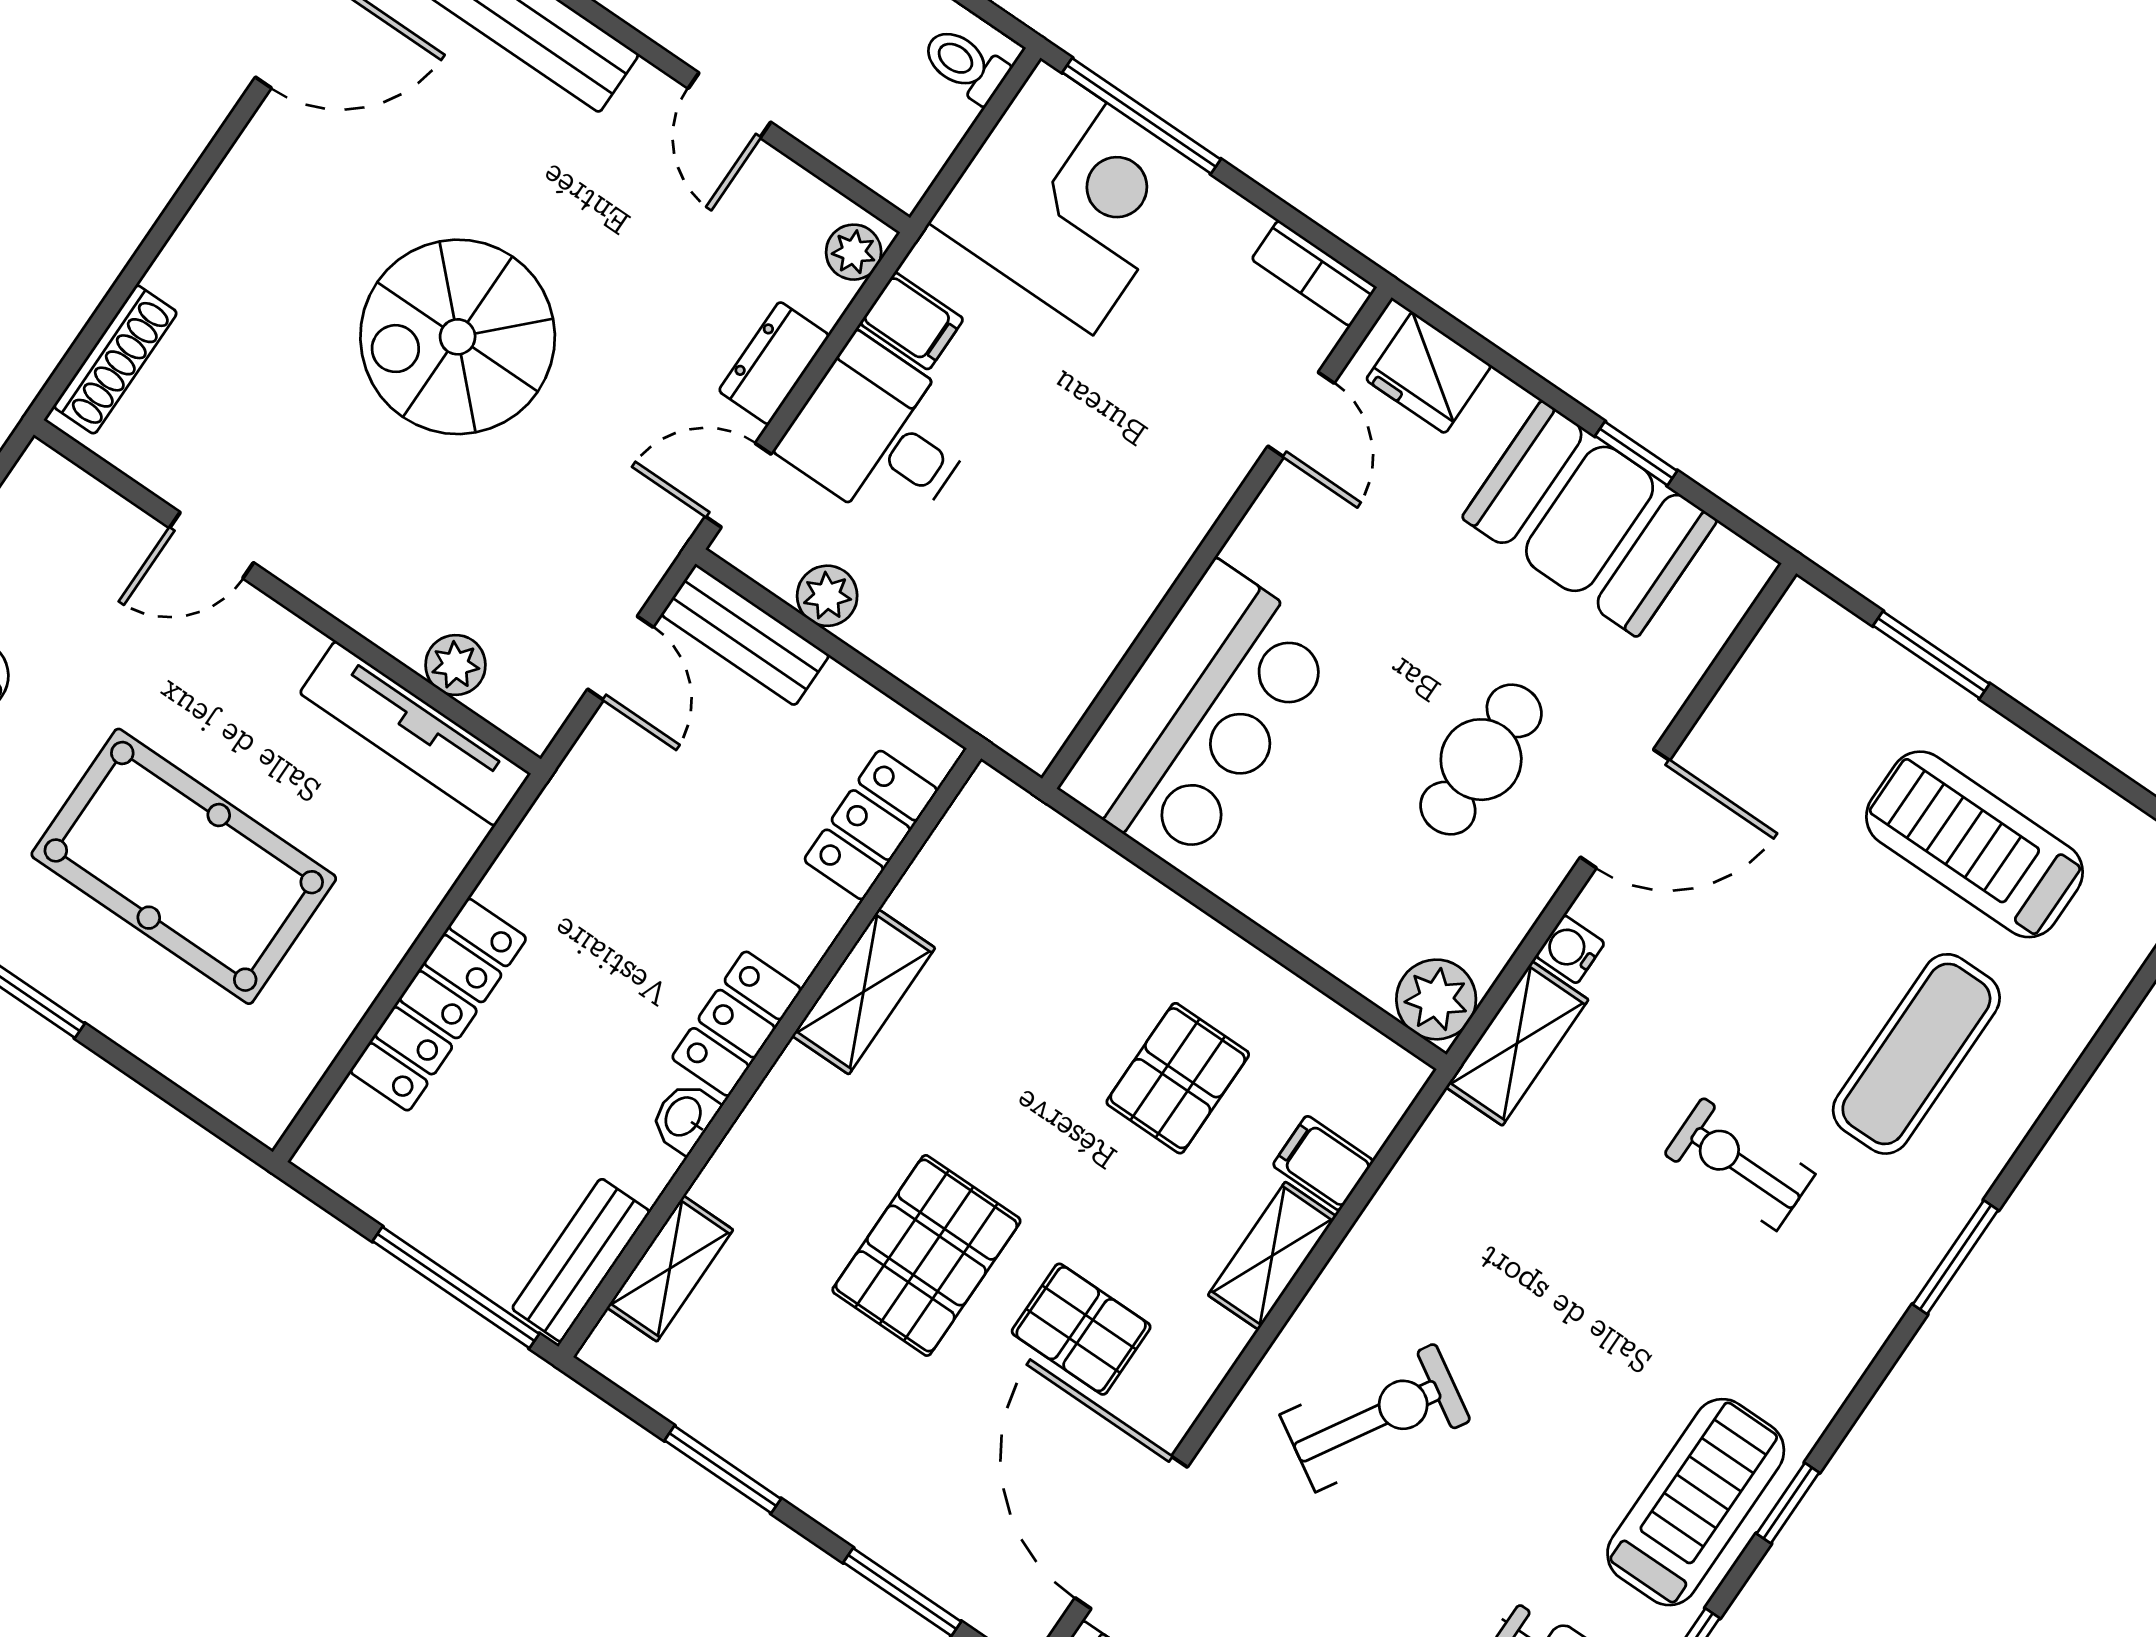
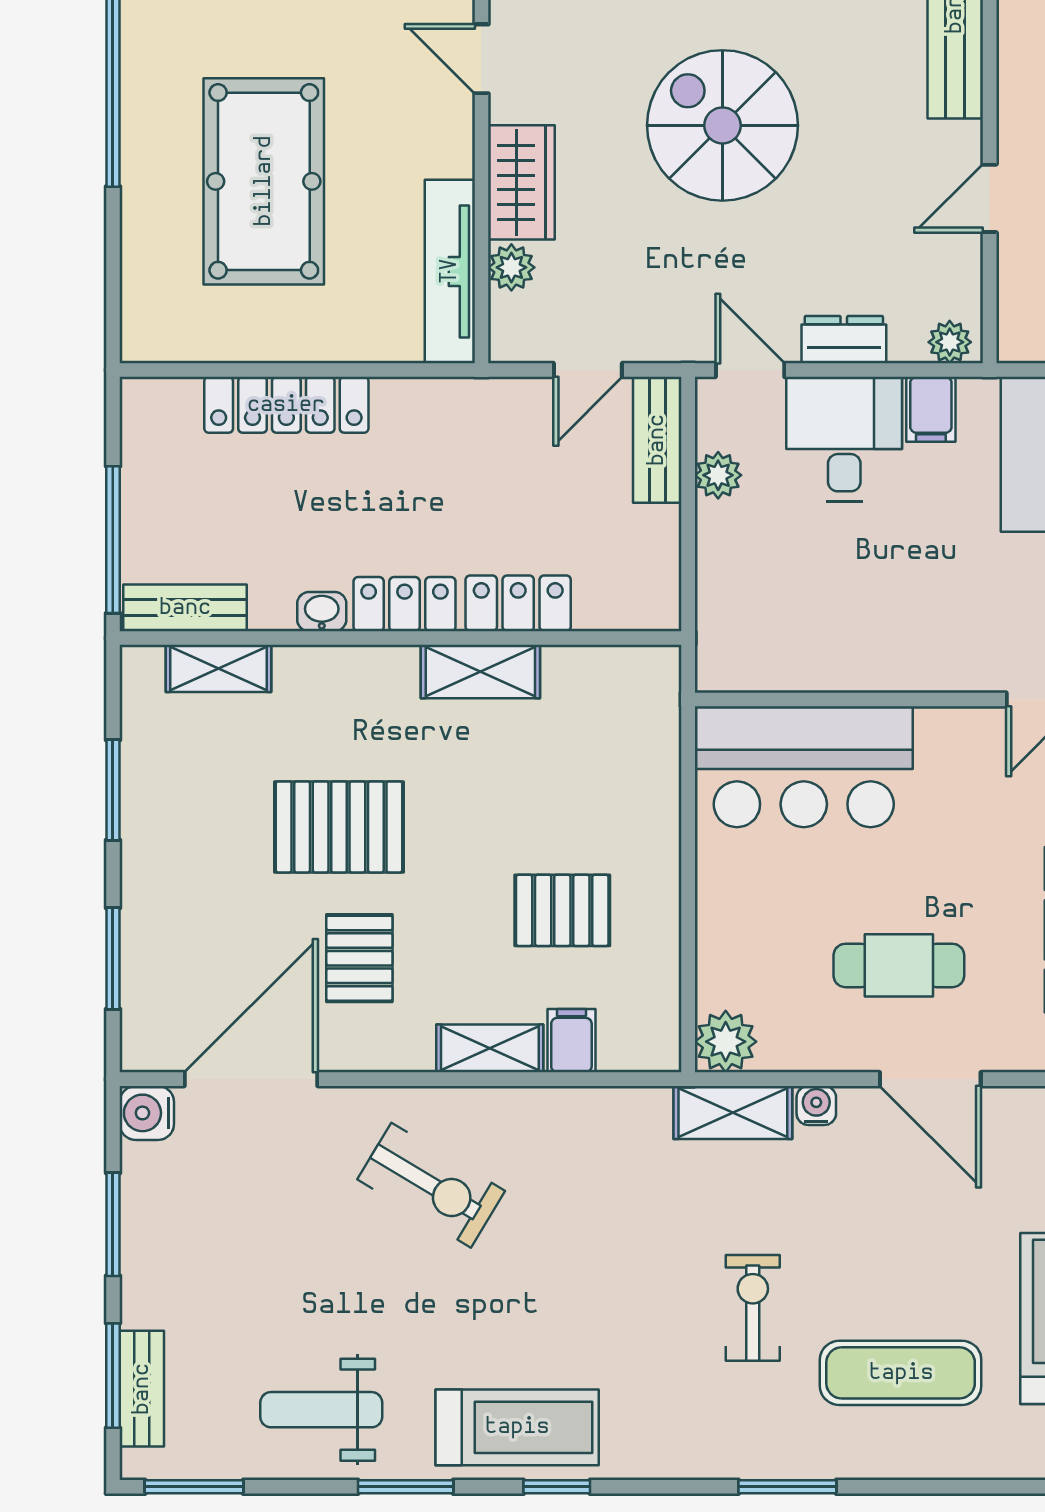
wardrobe: (372, 593) -> (521, 182), added
locker: (871, 825) -> (518, 603), moved

